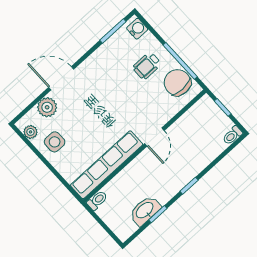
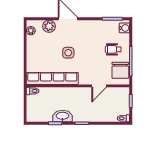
chair: (177, 83) -> (120, 70), turned 180
door: (154, 137) -> (99, 86), moved
side table: (55, 142) -> (68, 53), moved
washbasin: (145, 211) -> (63, 116), moved

